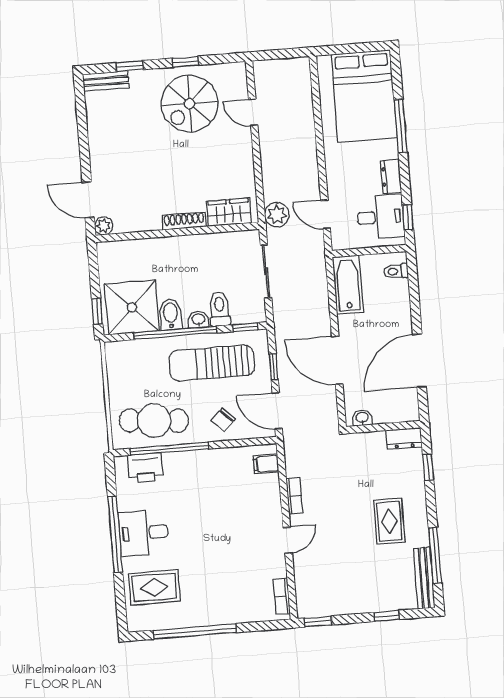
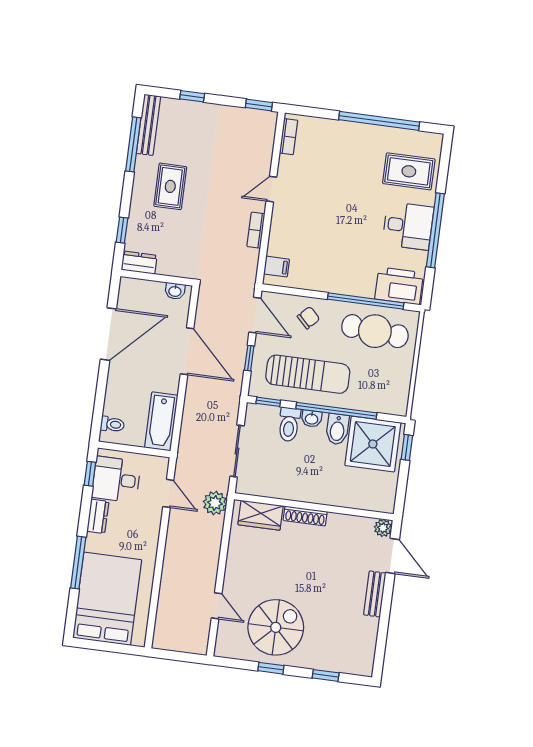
bench: (106, 81) -> (375, 594), moved, turned 90
printer: (146, 468) -> (399, 286), width x1.37, depth x1.19

